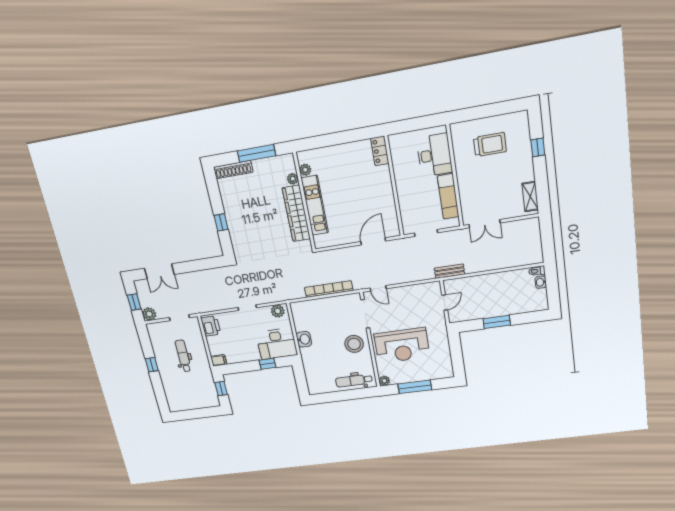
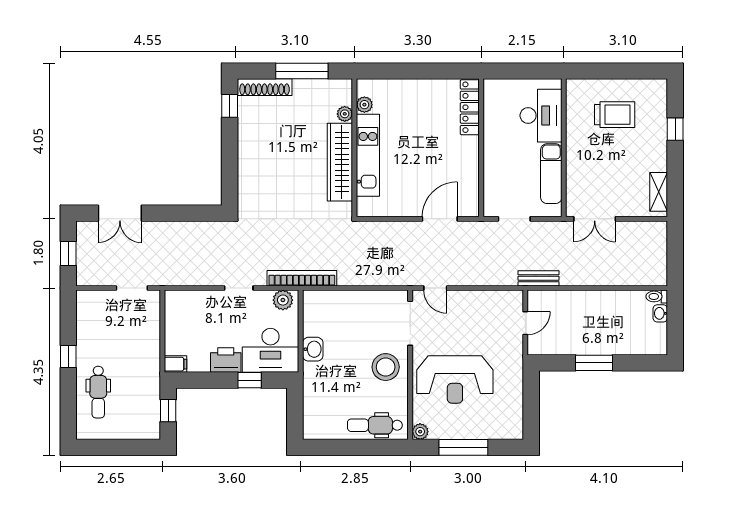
locker: (380, 151) -> (470, 107), width x1.53
window: (221, 222) -> (230, 106), moved
bookcase: (329, 289) -> (302, 278), moved
plant: (149, 314) -> (87, 275), removed
printer: (211, 326) -> (226, 360), moved, turned -90
dental chair: (183, 356) -> (98, 392), moved, turned 180

